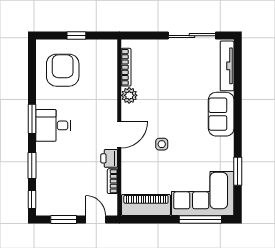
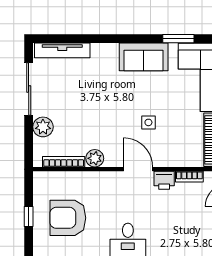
plant: (158, 48) -> (43, 127), added
armchair: (63, 70) -> (68, 218), moved
sofa: (221, 114) -> (144, 57), moved

